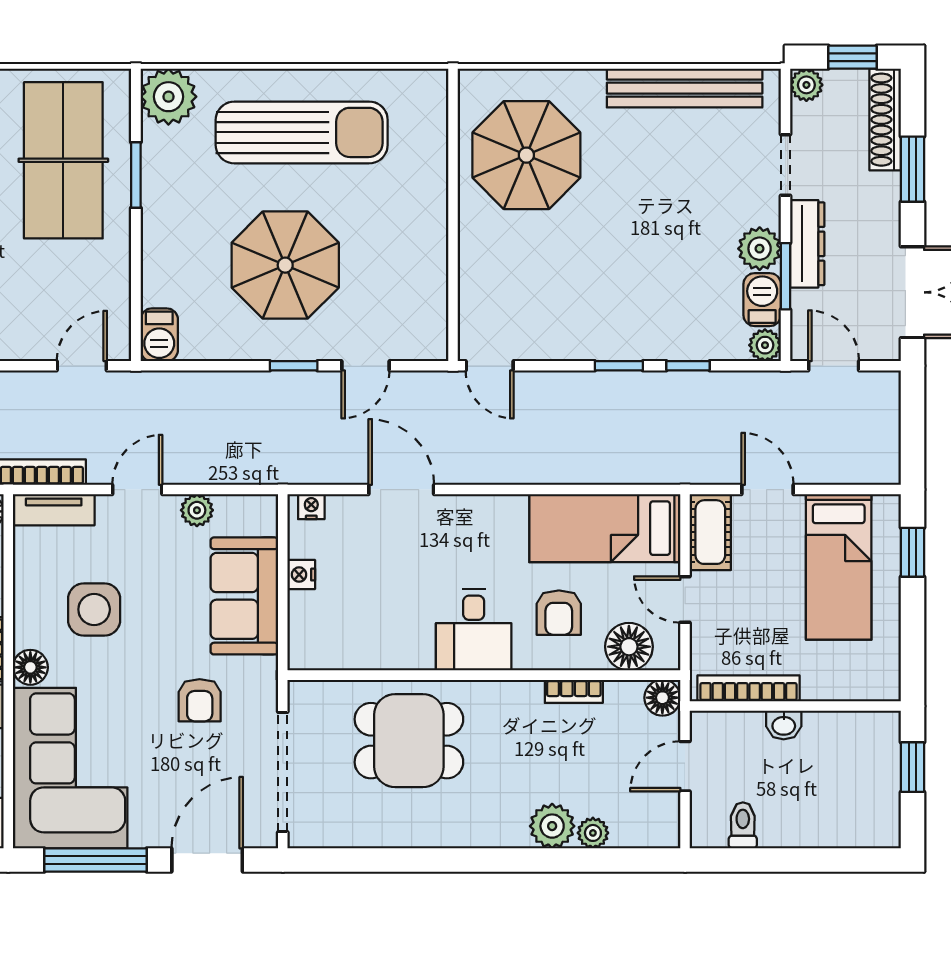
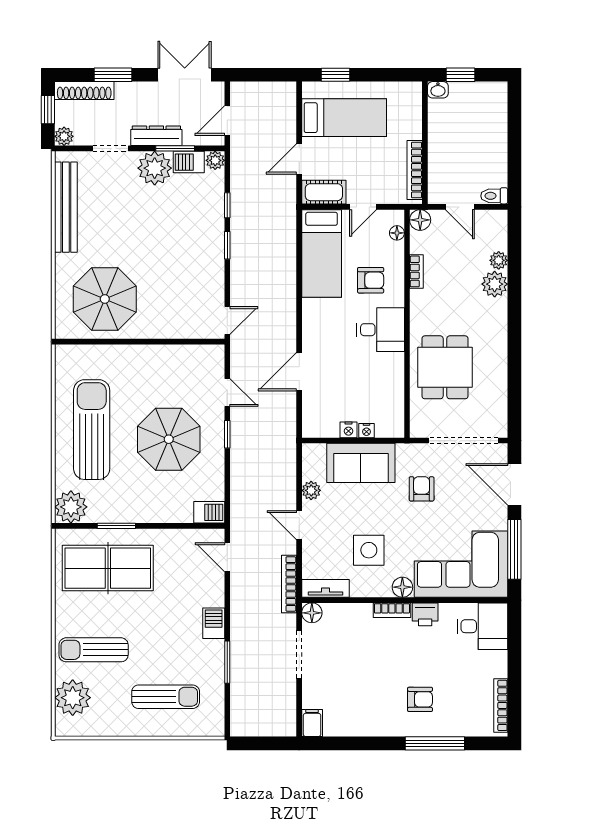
plant: (760, 249) -> (155, 168), width x1.36, depth x1.36
nightstand: (311, 507) -> (366, 431), moved, turned -90
tv unit: (54, 510) -> (326, 588), moved, turned -90
floor lamp: (629, 647) -> (397, 233), width x0.53, depth x0.53
armchair: (200, 700) -> (422, 489), turned -90
washbasin: (784, 725) -> (438, 90), moved, turned 90
toilet: (743, 825) -> (494, 196), moved

